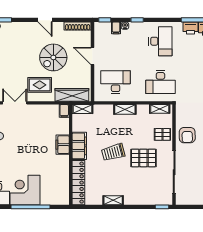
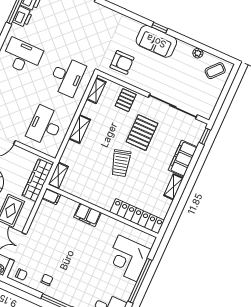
armchair: (187, 135) -> (122, 62), moved
filing cabinet: (79, 146) -> (183, 159), moved, turned -90
corner desk: (25, 190) -> (128, 258), moved

